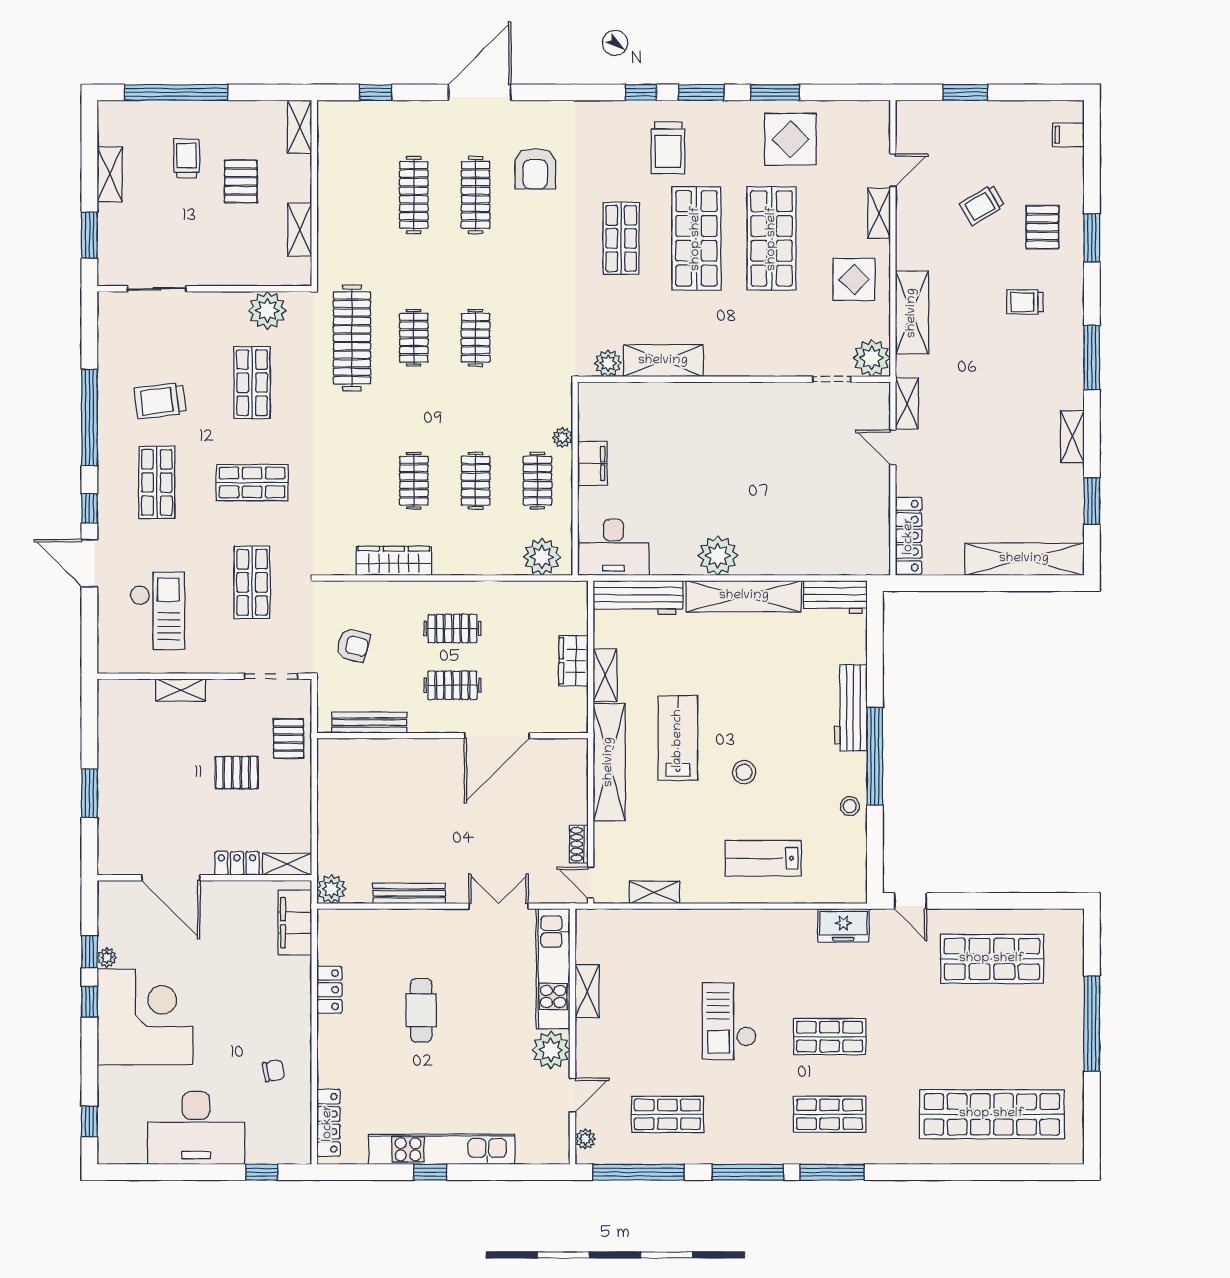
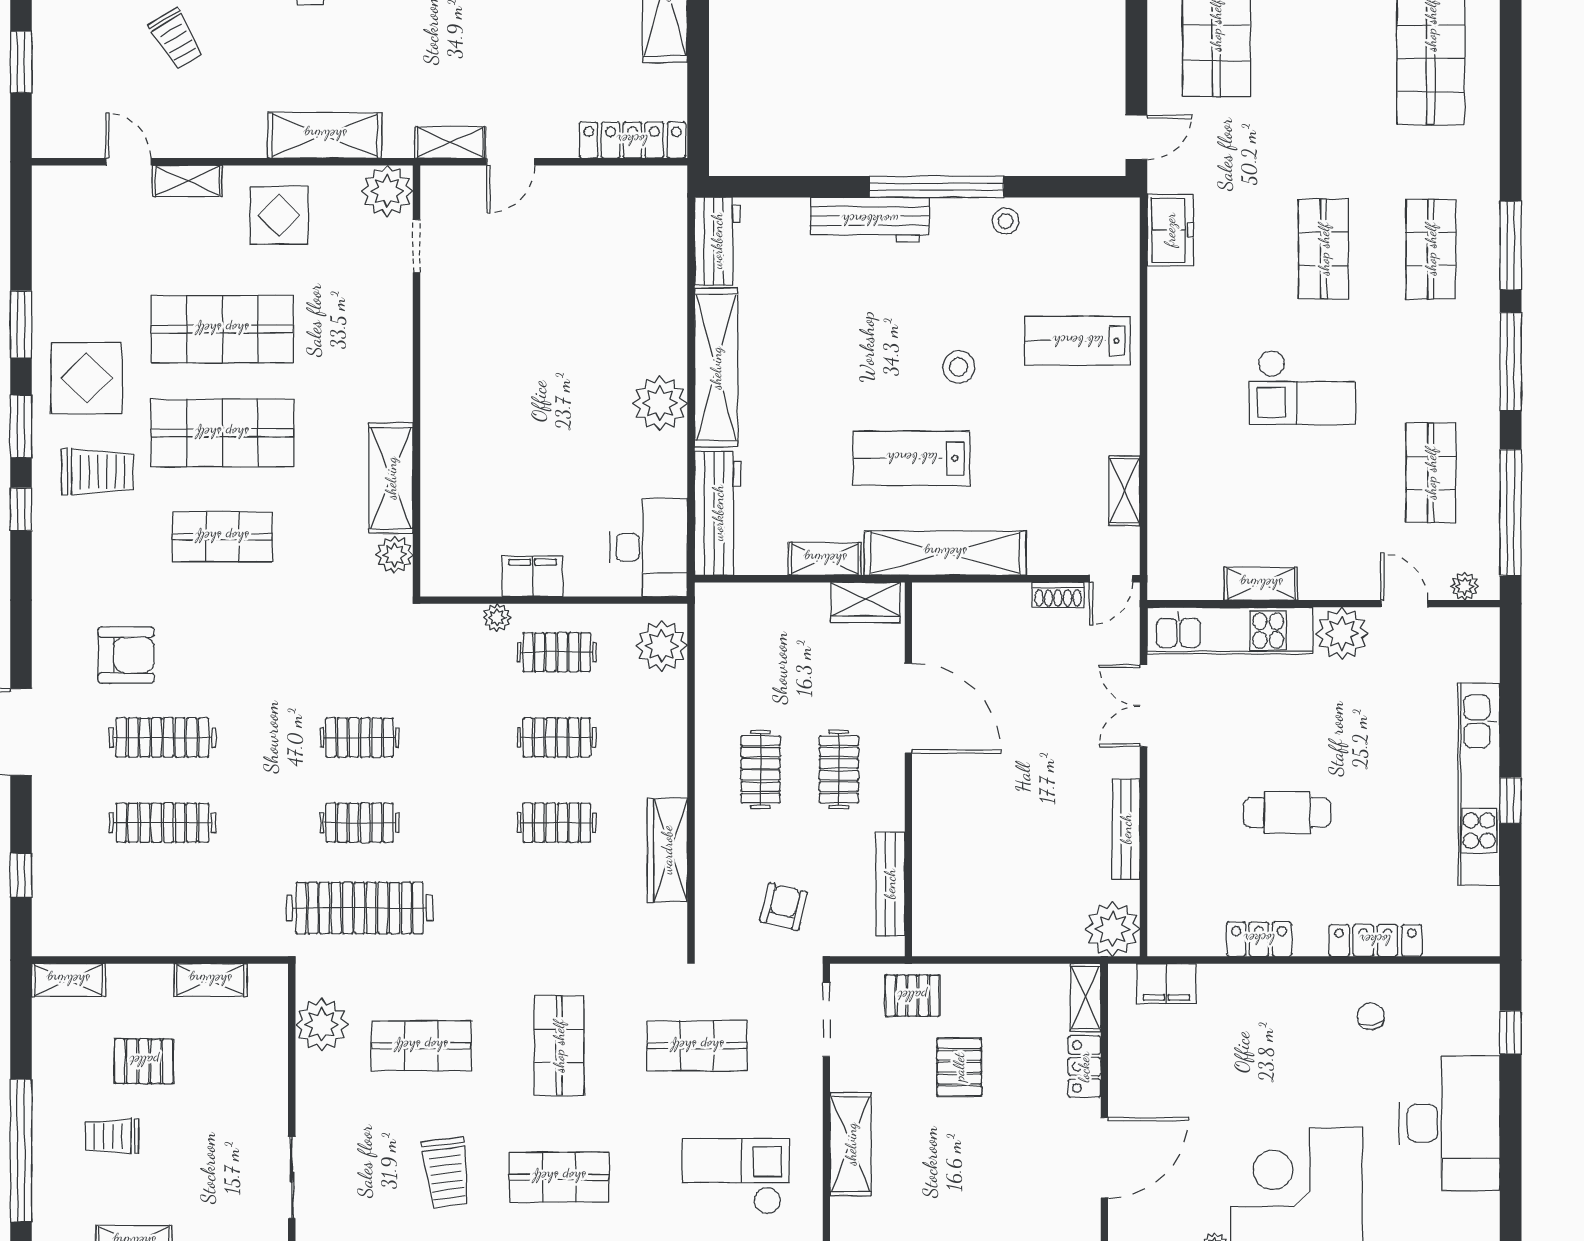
display table: (790, 139) -> (87, 378), moved
wardrobe: (573, 661) -> (865, 602), moved
shelving: (181, 690) -> (851, 1144), width x1.50, depth x1.33
lab bench: (763, 858) -> (1078, 341), turned 90
plant: (331, 889) -> (1113, 929), width x1.36, depth x1.36
filing cabinet: (295, 923) -> (1166, 984), width x0.67, depth x0.86
locker: (328, 1123) -> (1375, 940), moved

